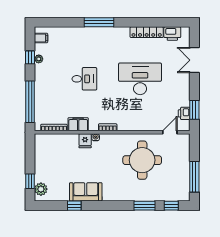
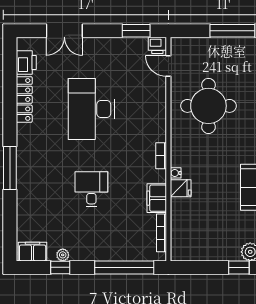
filing cabinet: (41, 38) -> (33, 252), width x2.00
printer: (184, 113) -> (157, 45), moved

